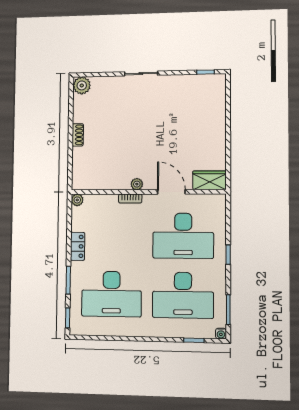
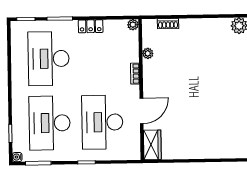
shoe rack: (78, 135) -> (168, 24), moved
plant: (137, 184) -> (148, 53), moved

